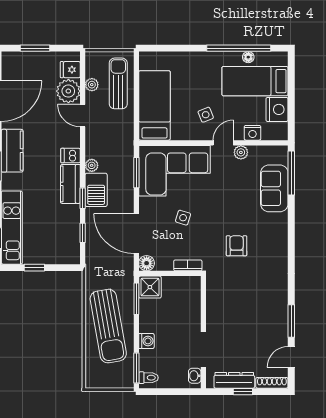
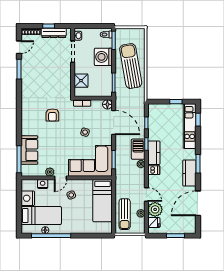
shower: (150, 287) -> (81, 81), moved
washing machine: (146, 341) -> (103, 57), width x1.89, depth x1.89

